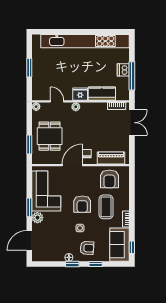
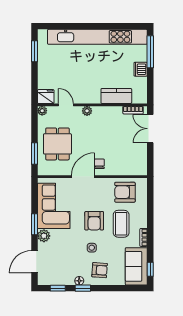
window: (29, 68) -> (35, 51), moved
window: (132, 76) -> (150, 52), moved
fridge: (80, 94) -> (46, 97), moved
double door: (132, 123) -> (150, 129), swing flipped
piano: (111, 158) -> (127, 169), removed
armchair: (109, 179) -> (125, 192), turned 90
window: (96, 264) -> (58, 288), moved

